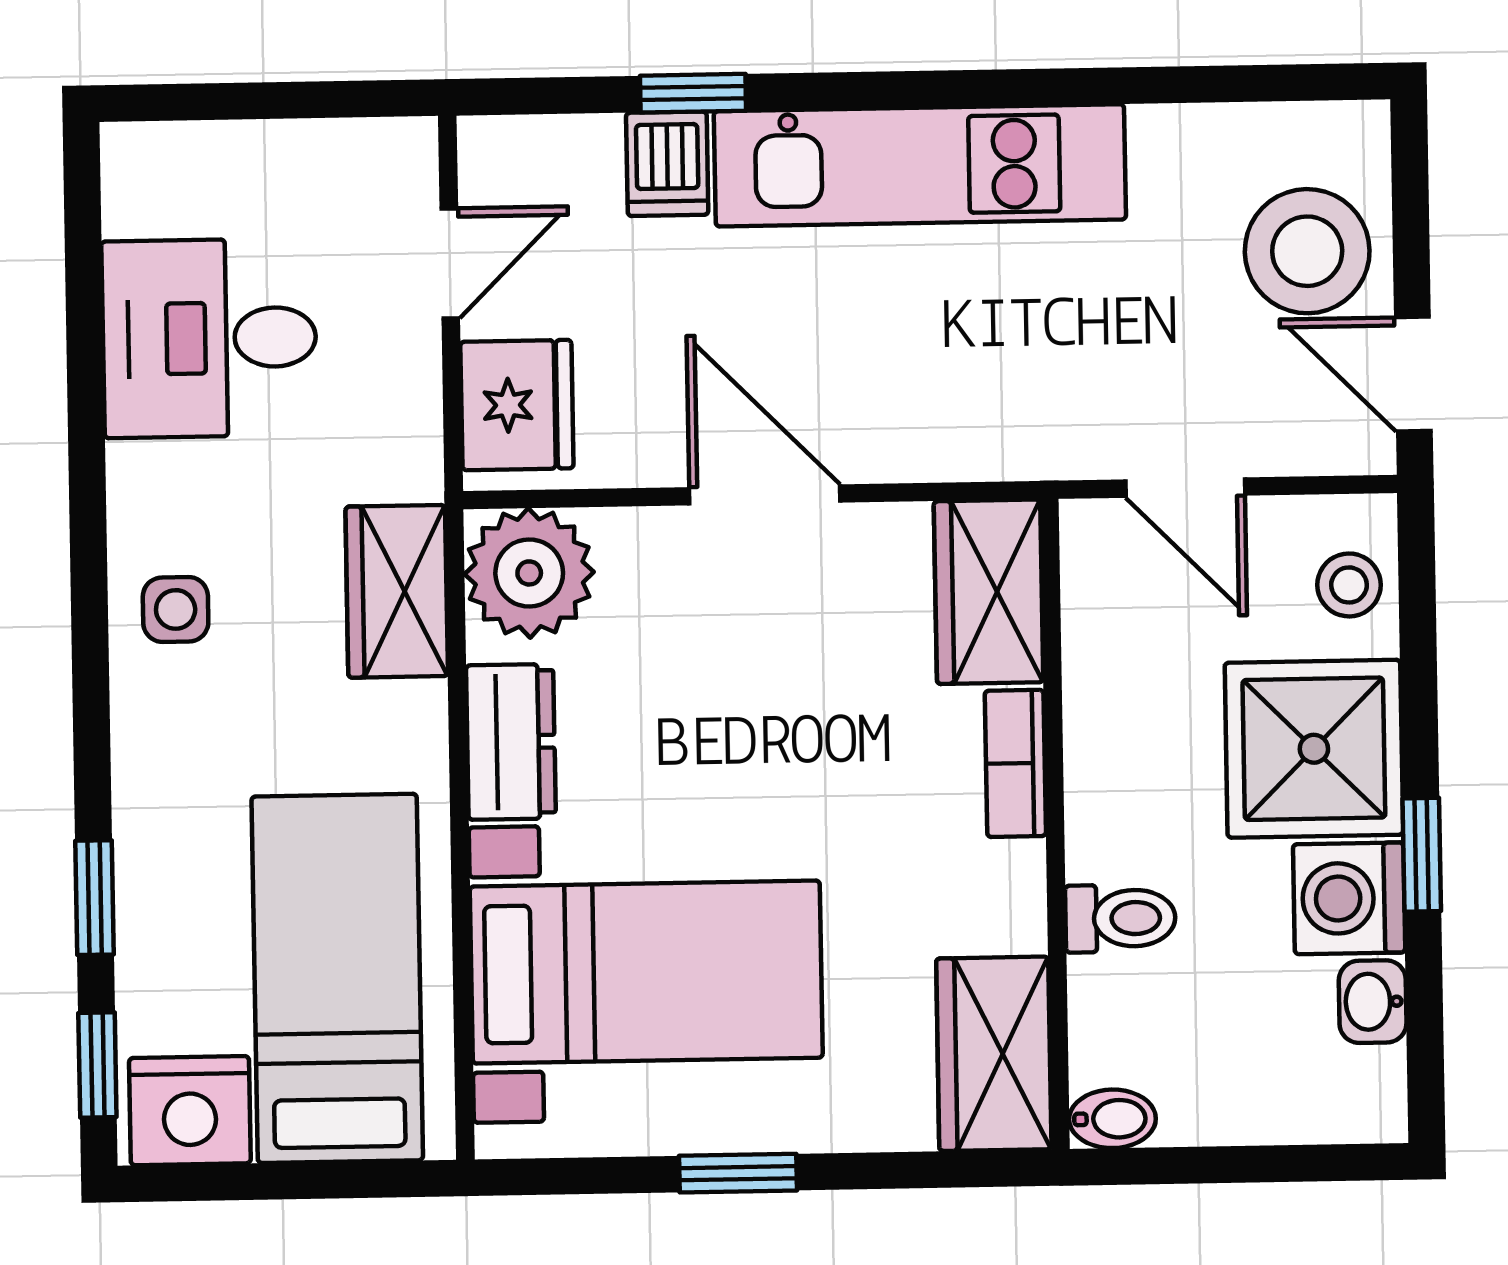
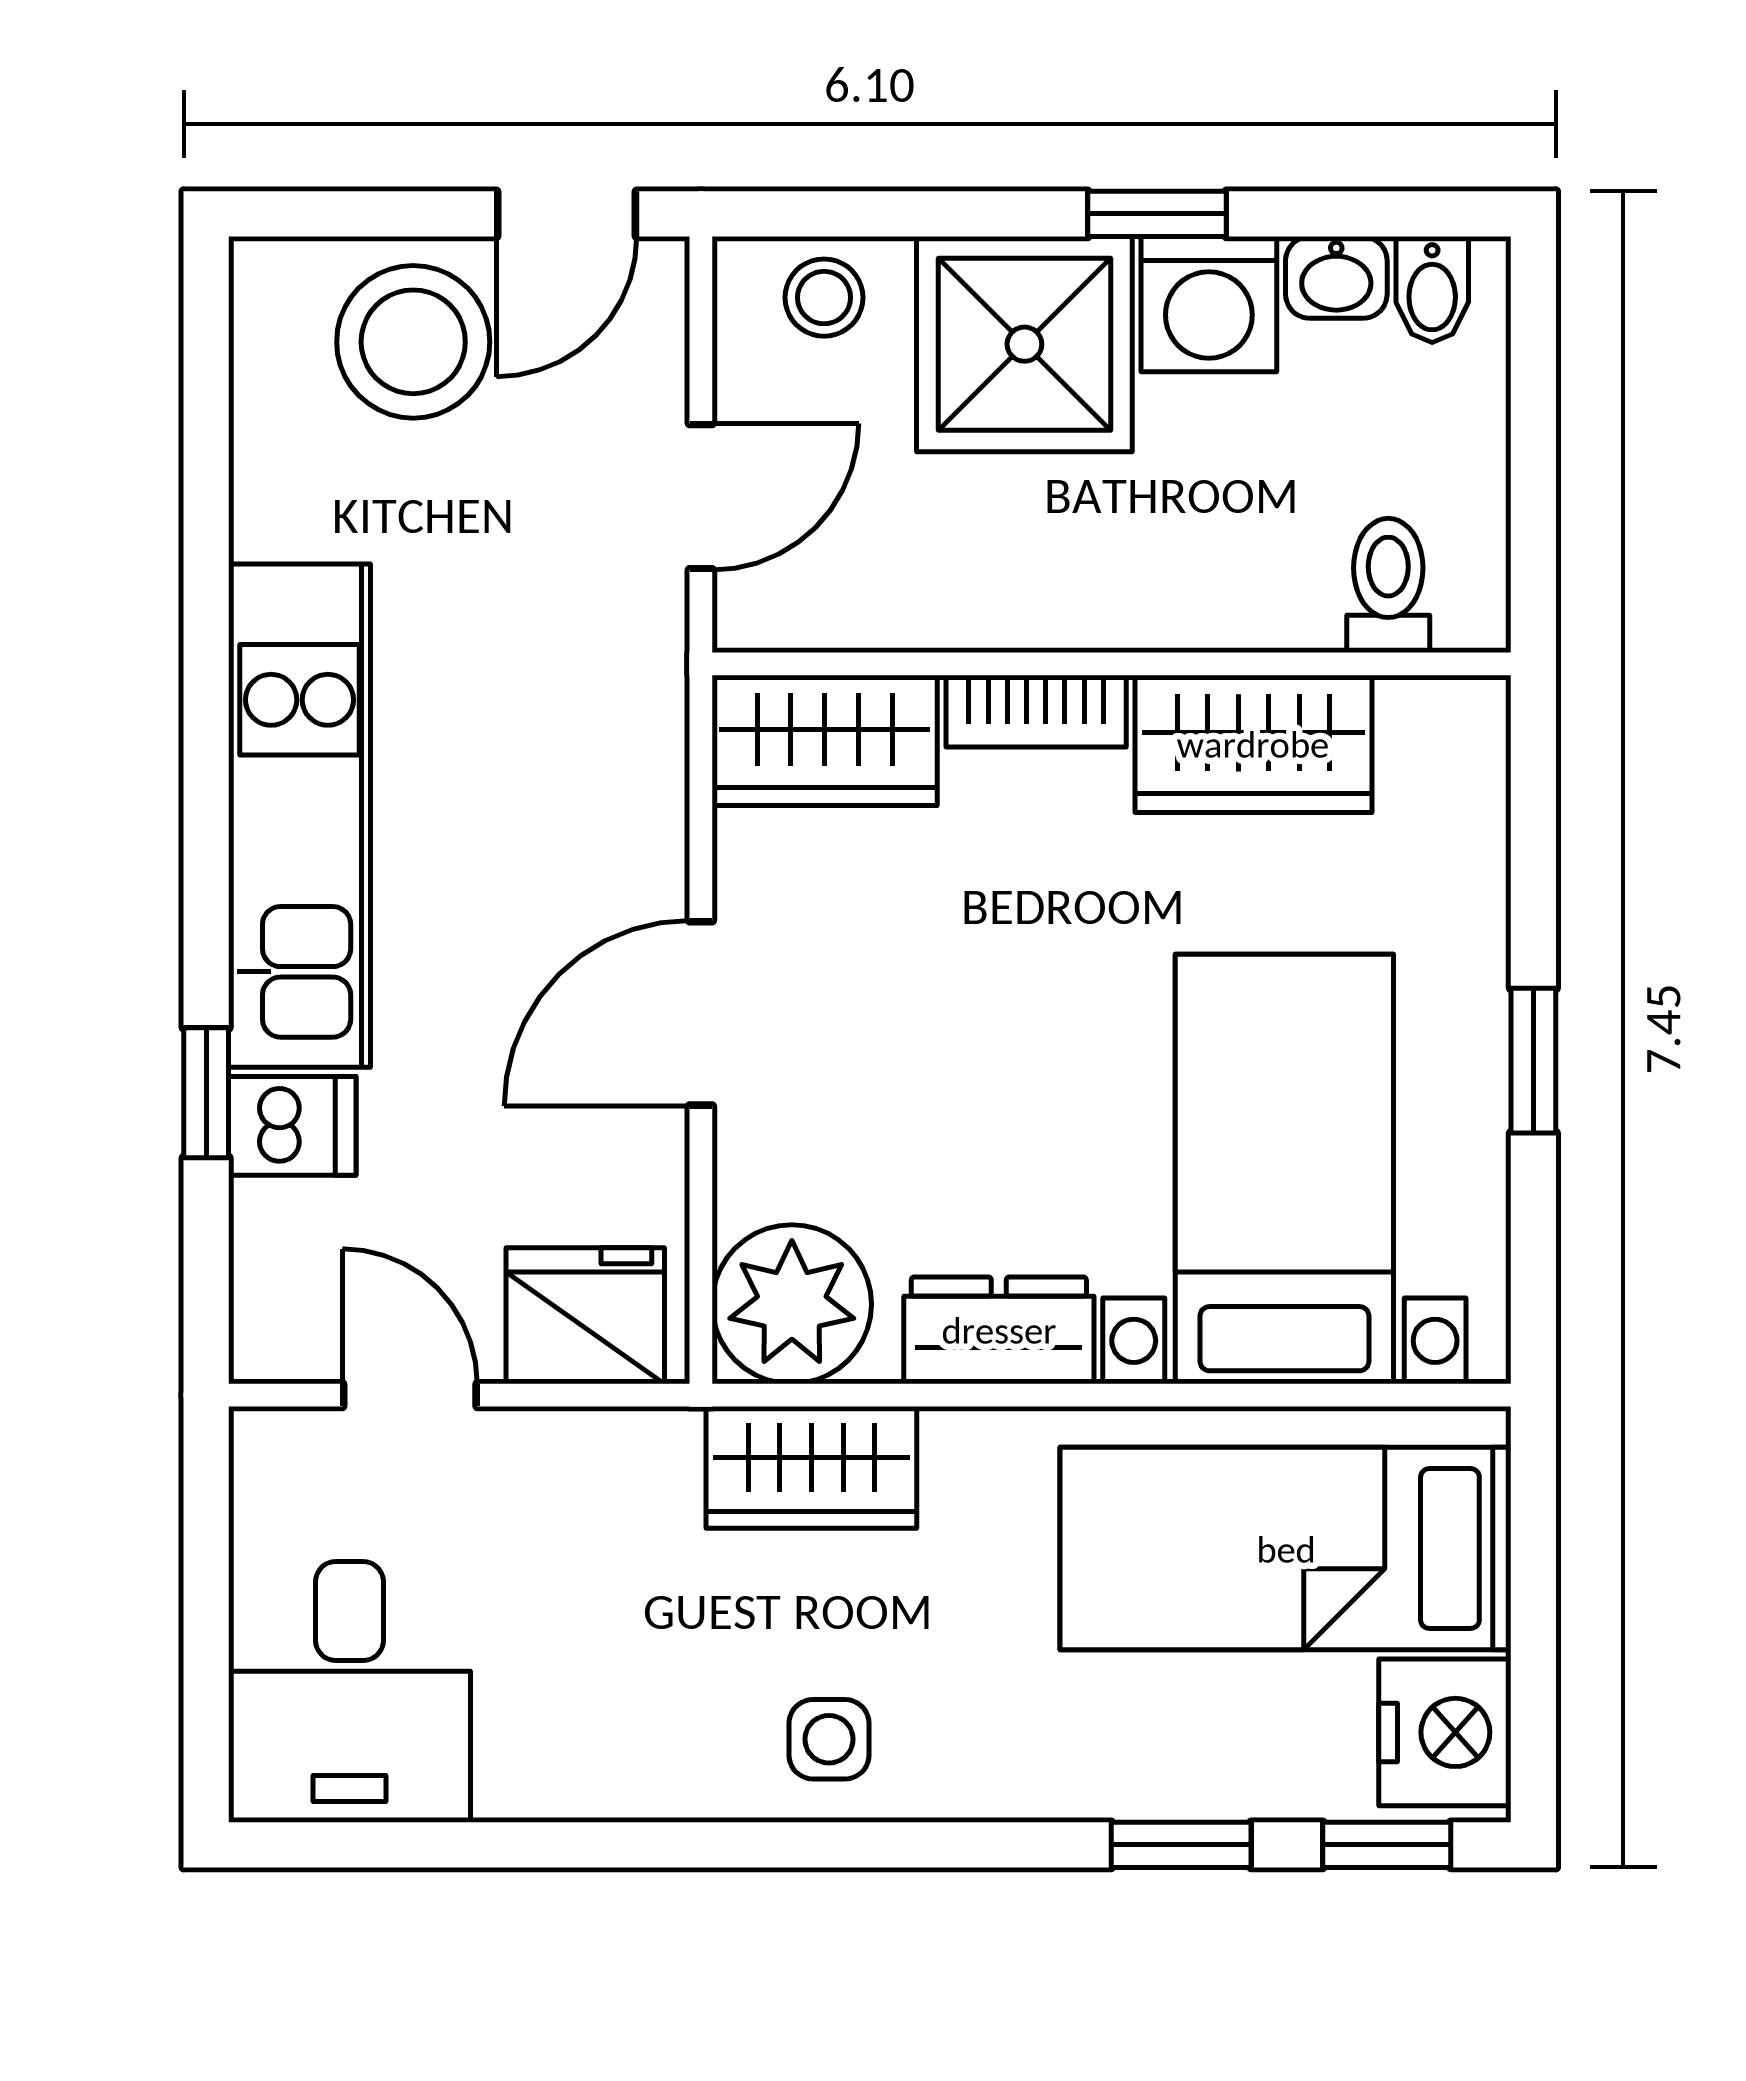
desk: (209, 338) -> (349, 1692), moved
toilet: (1120, 918) -> (1388, 585), moved
wardrobe: (994, 1054) -> (1253, 744), moved
bidet: (1112, 1119) -> (1432, 290), moved, turned 180

